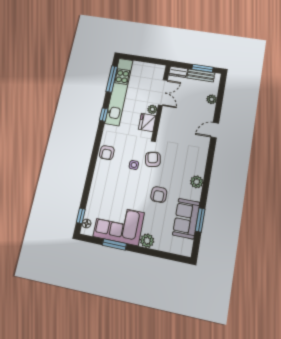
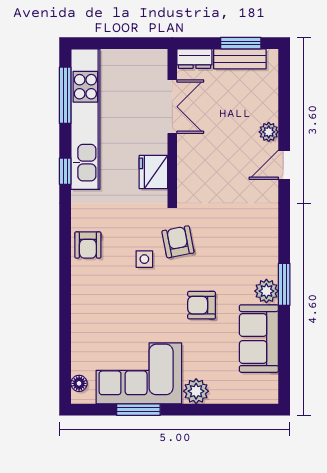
plant: (212, 99) -> (269, 132), moved
plant: (152, 109) -> (158, 144), removed
plant: (197, 182) -> (266, 291), moved
armchair: (159, 195) -> (201, 305), turned 90
window: (81, 216) -> (65, 372), removed
window: (200, 220) -> (284, 284), moved

